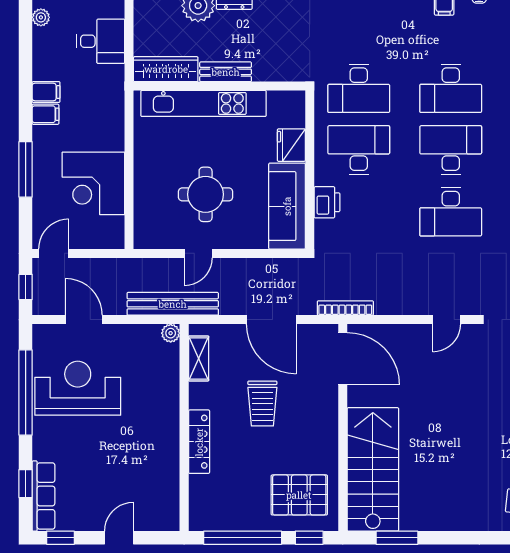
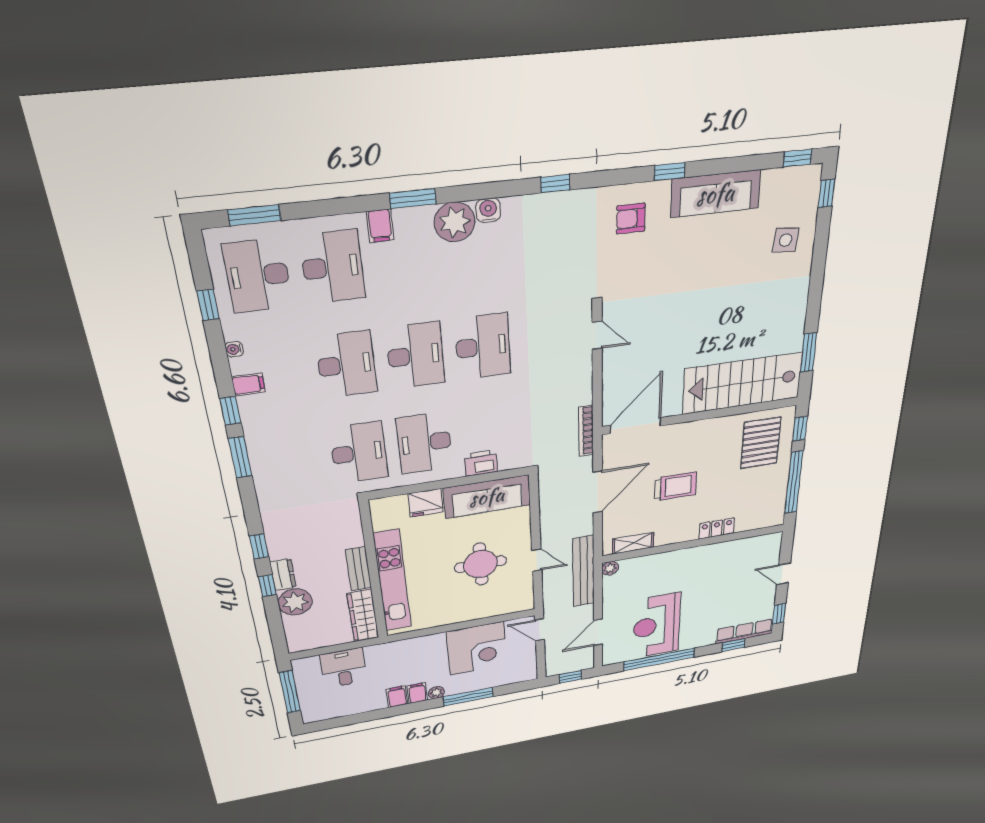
plant: (41, 17) -> (436, 693), moved
desk: (451, 150) -> (416, 355), turned 180
door: (54, 253) -> (540, 630), moved
locker: (199, 442) -> (717, 528), width x0.66

